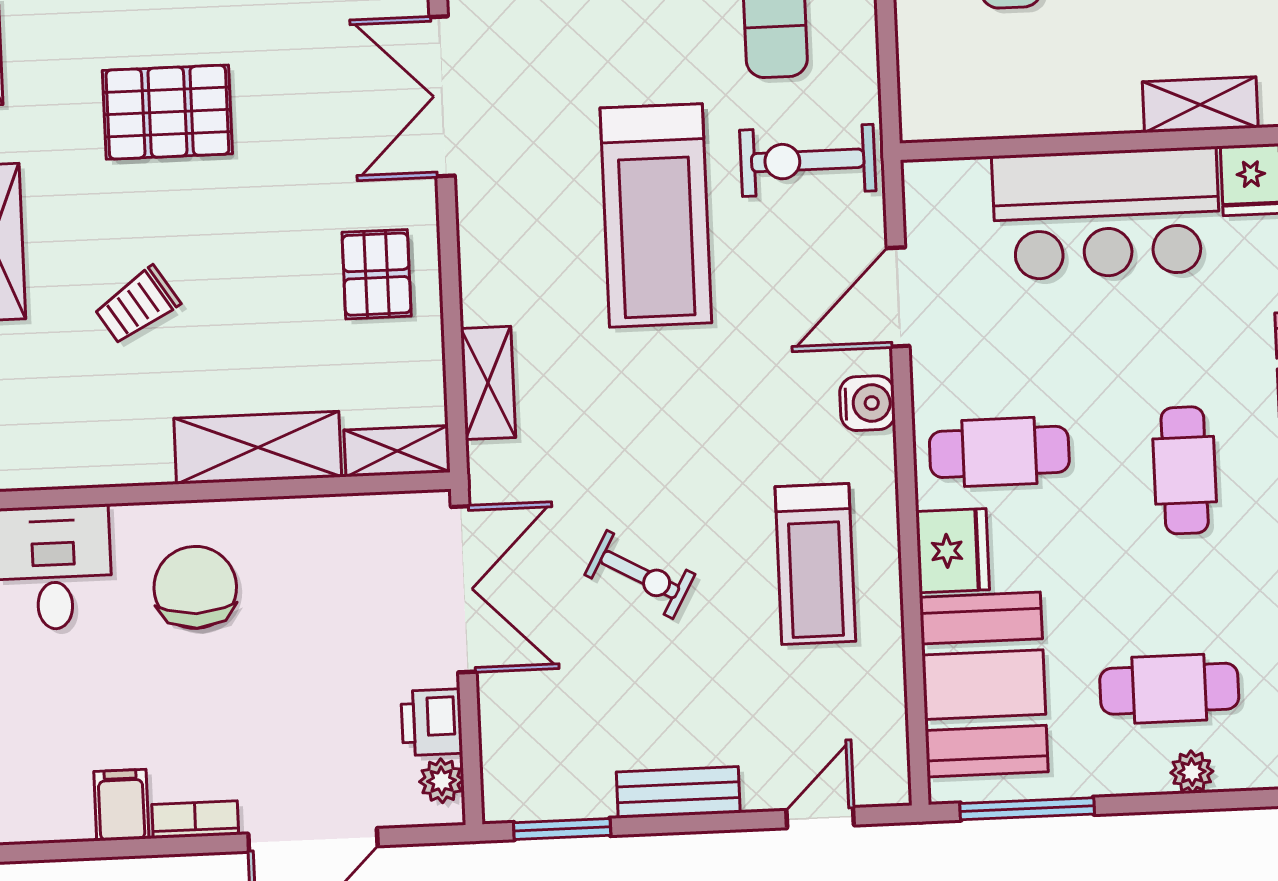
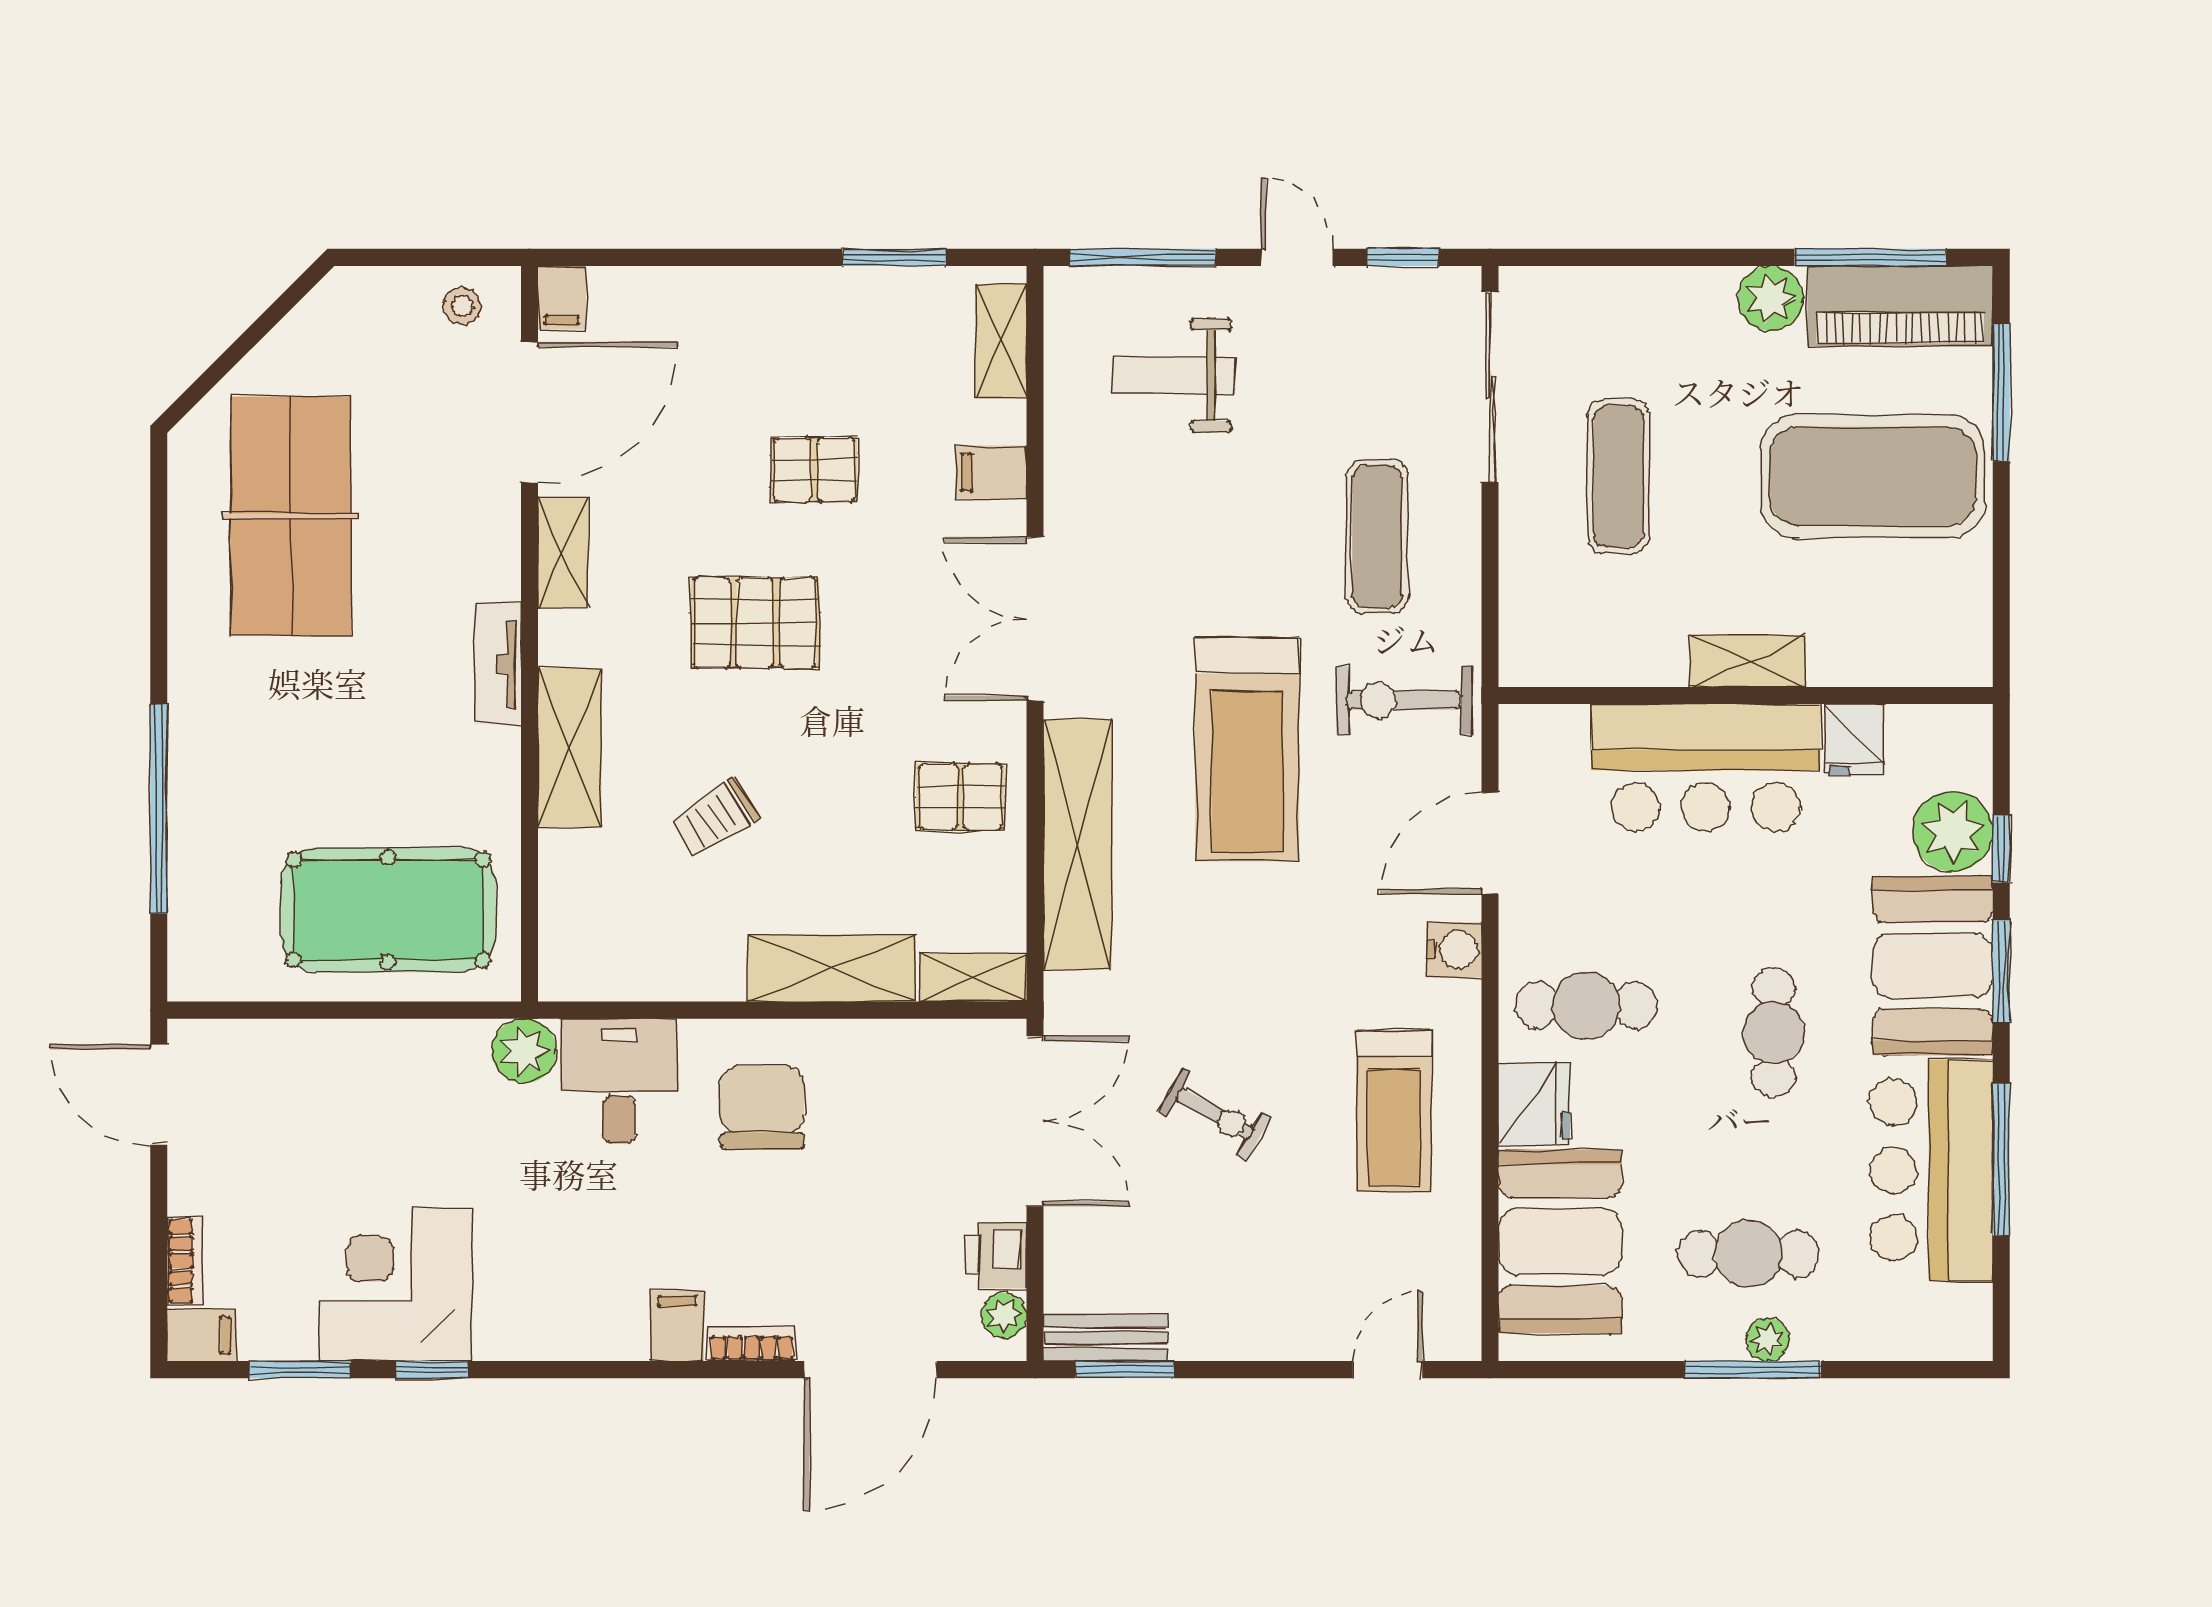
shelving: (1200, 105) -> (1748, 661), moved
pallet: (377, 274) -> (960, 797), turned 90
shelving: (488, 383) -> (1078, 844), width x2.20, depth x1.33
bench: (678, 792) -> (1105, 1337), moved
window: (1027, 809) -> (1753, 1370), moved

